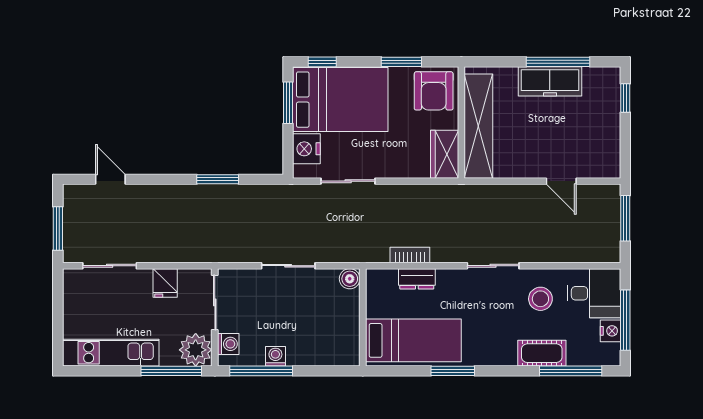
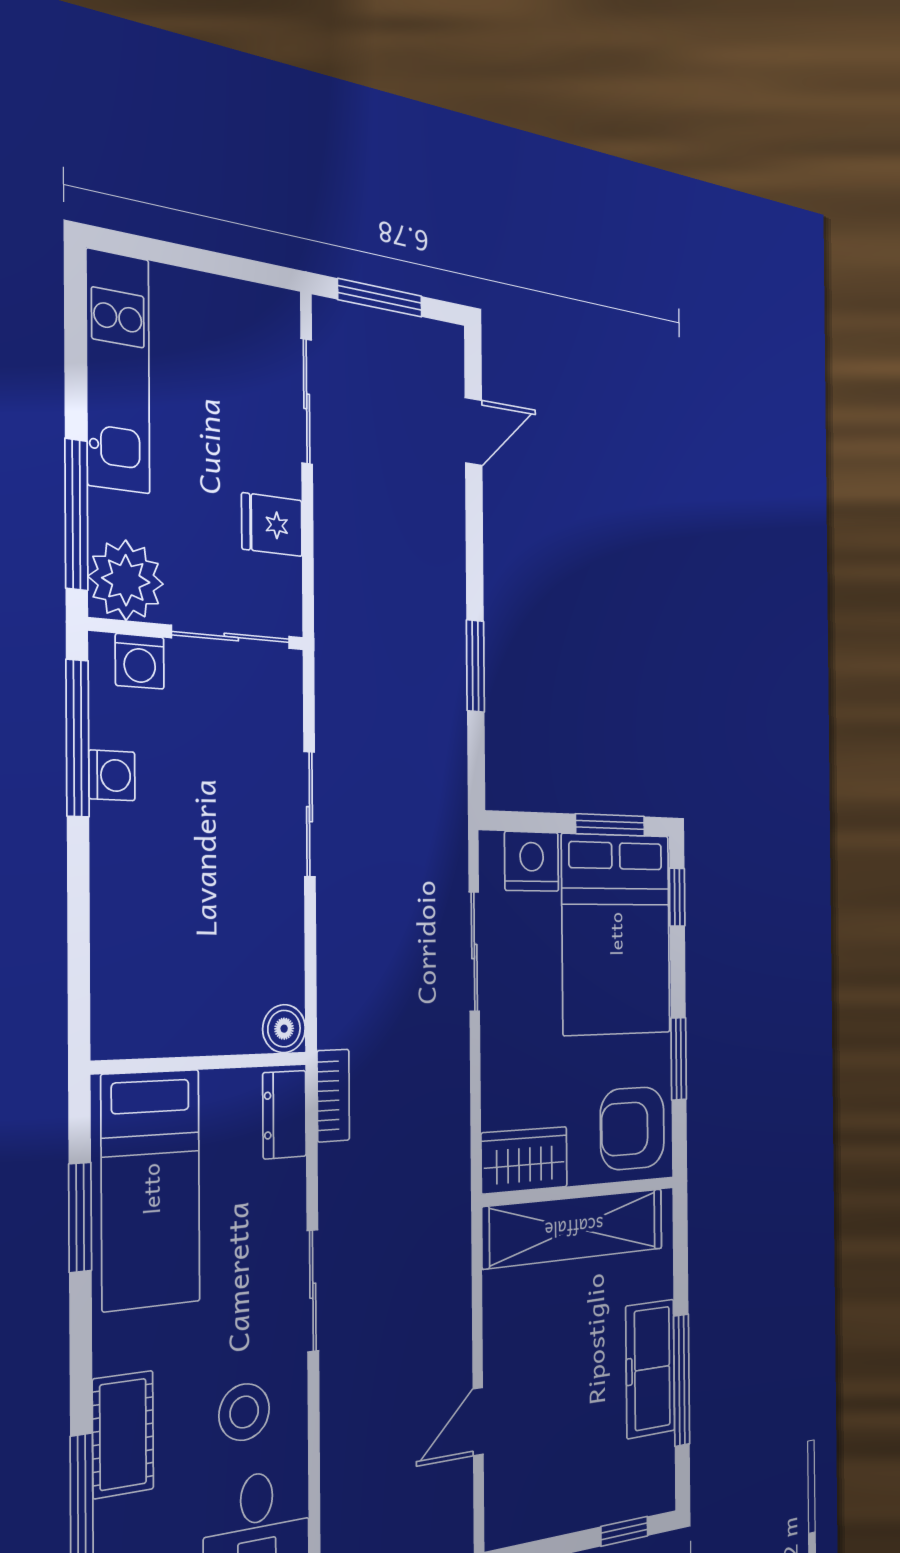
boiler: (350, 279) -> (284, 1029), moved
wall: (363, 317) -> (202, 1063), moved
bed: (413, 340) -> (151, 1189), moved

